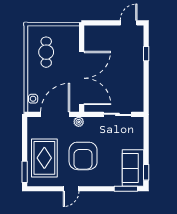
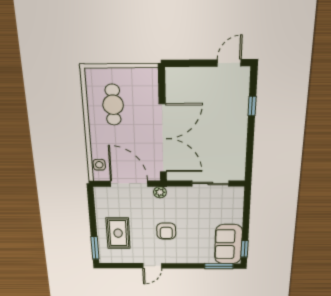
door: (55, 114) -> (129, 184), hinge flipped
armchair: (83, 156) -> (166, 231), width x0.53, depth x0.53
rug: (44, 158) -> (118, 233), width x0.73, depth x0.70

